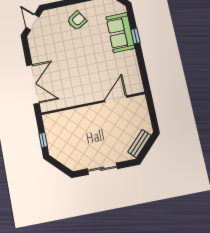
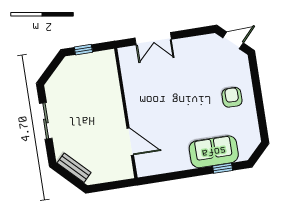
armchair: (77, 21) -> (232, 97), turned -149
window: (135, 36) -> (223, 168), moved
double door: (33, 84) -> (153, 39), width x0.73

